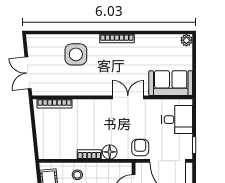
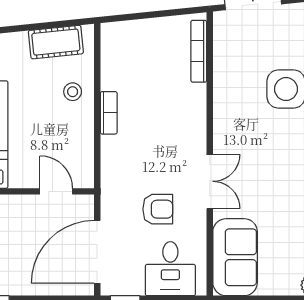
armchair: (140, 147) -> (158, 209), moved
floor lamp: (110, 152) -> (113, 149), removed

